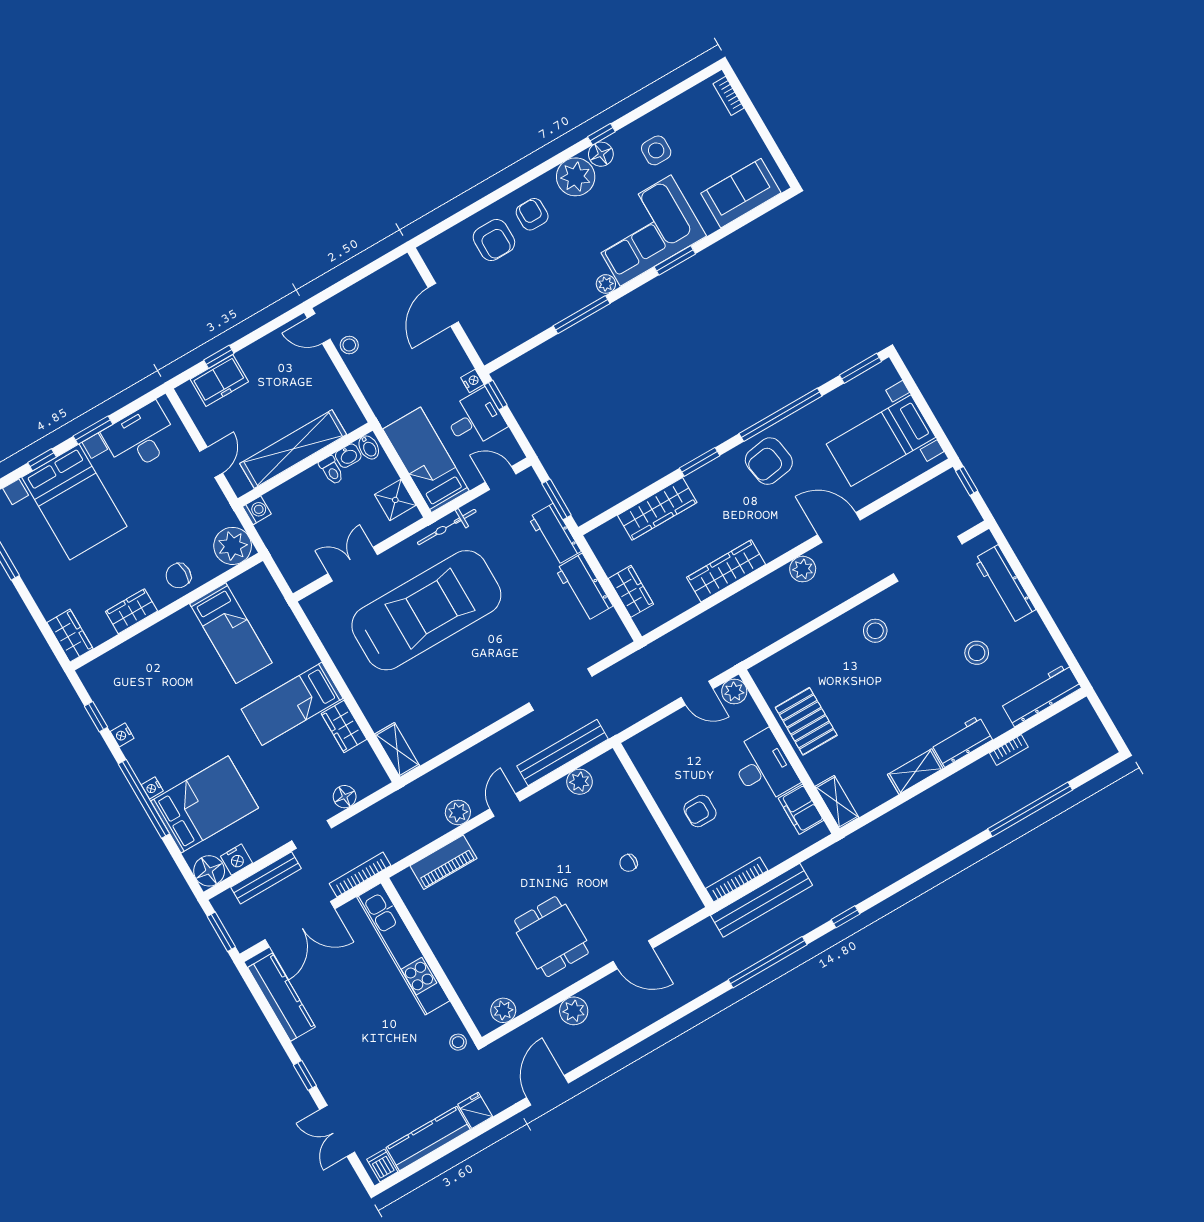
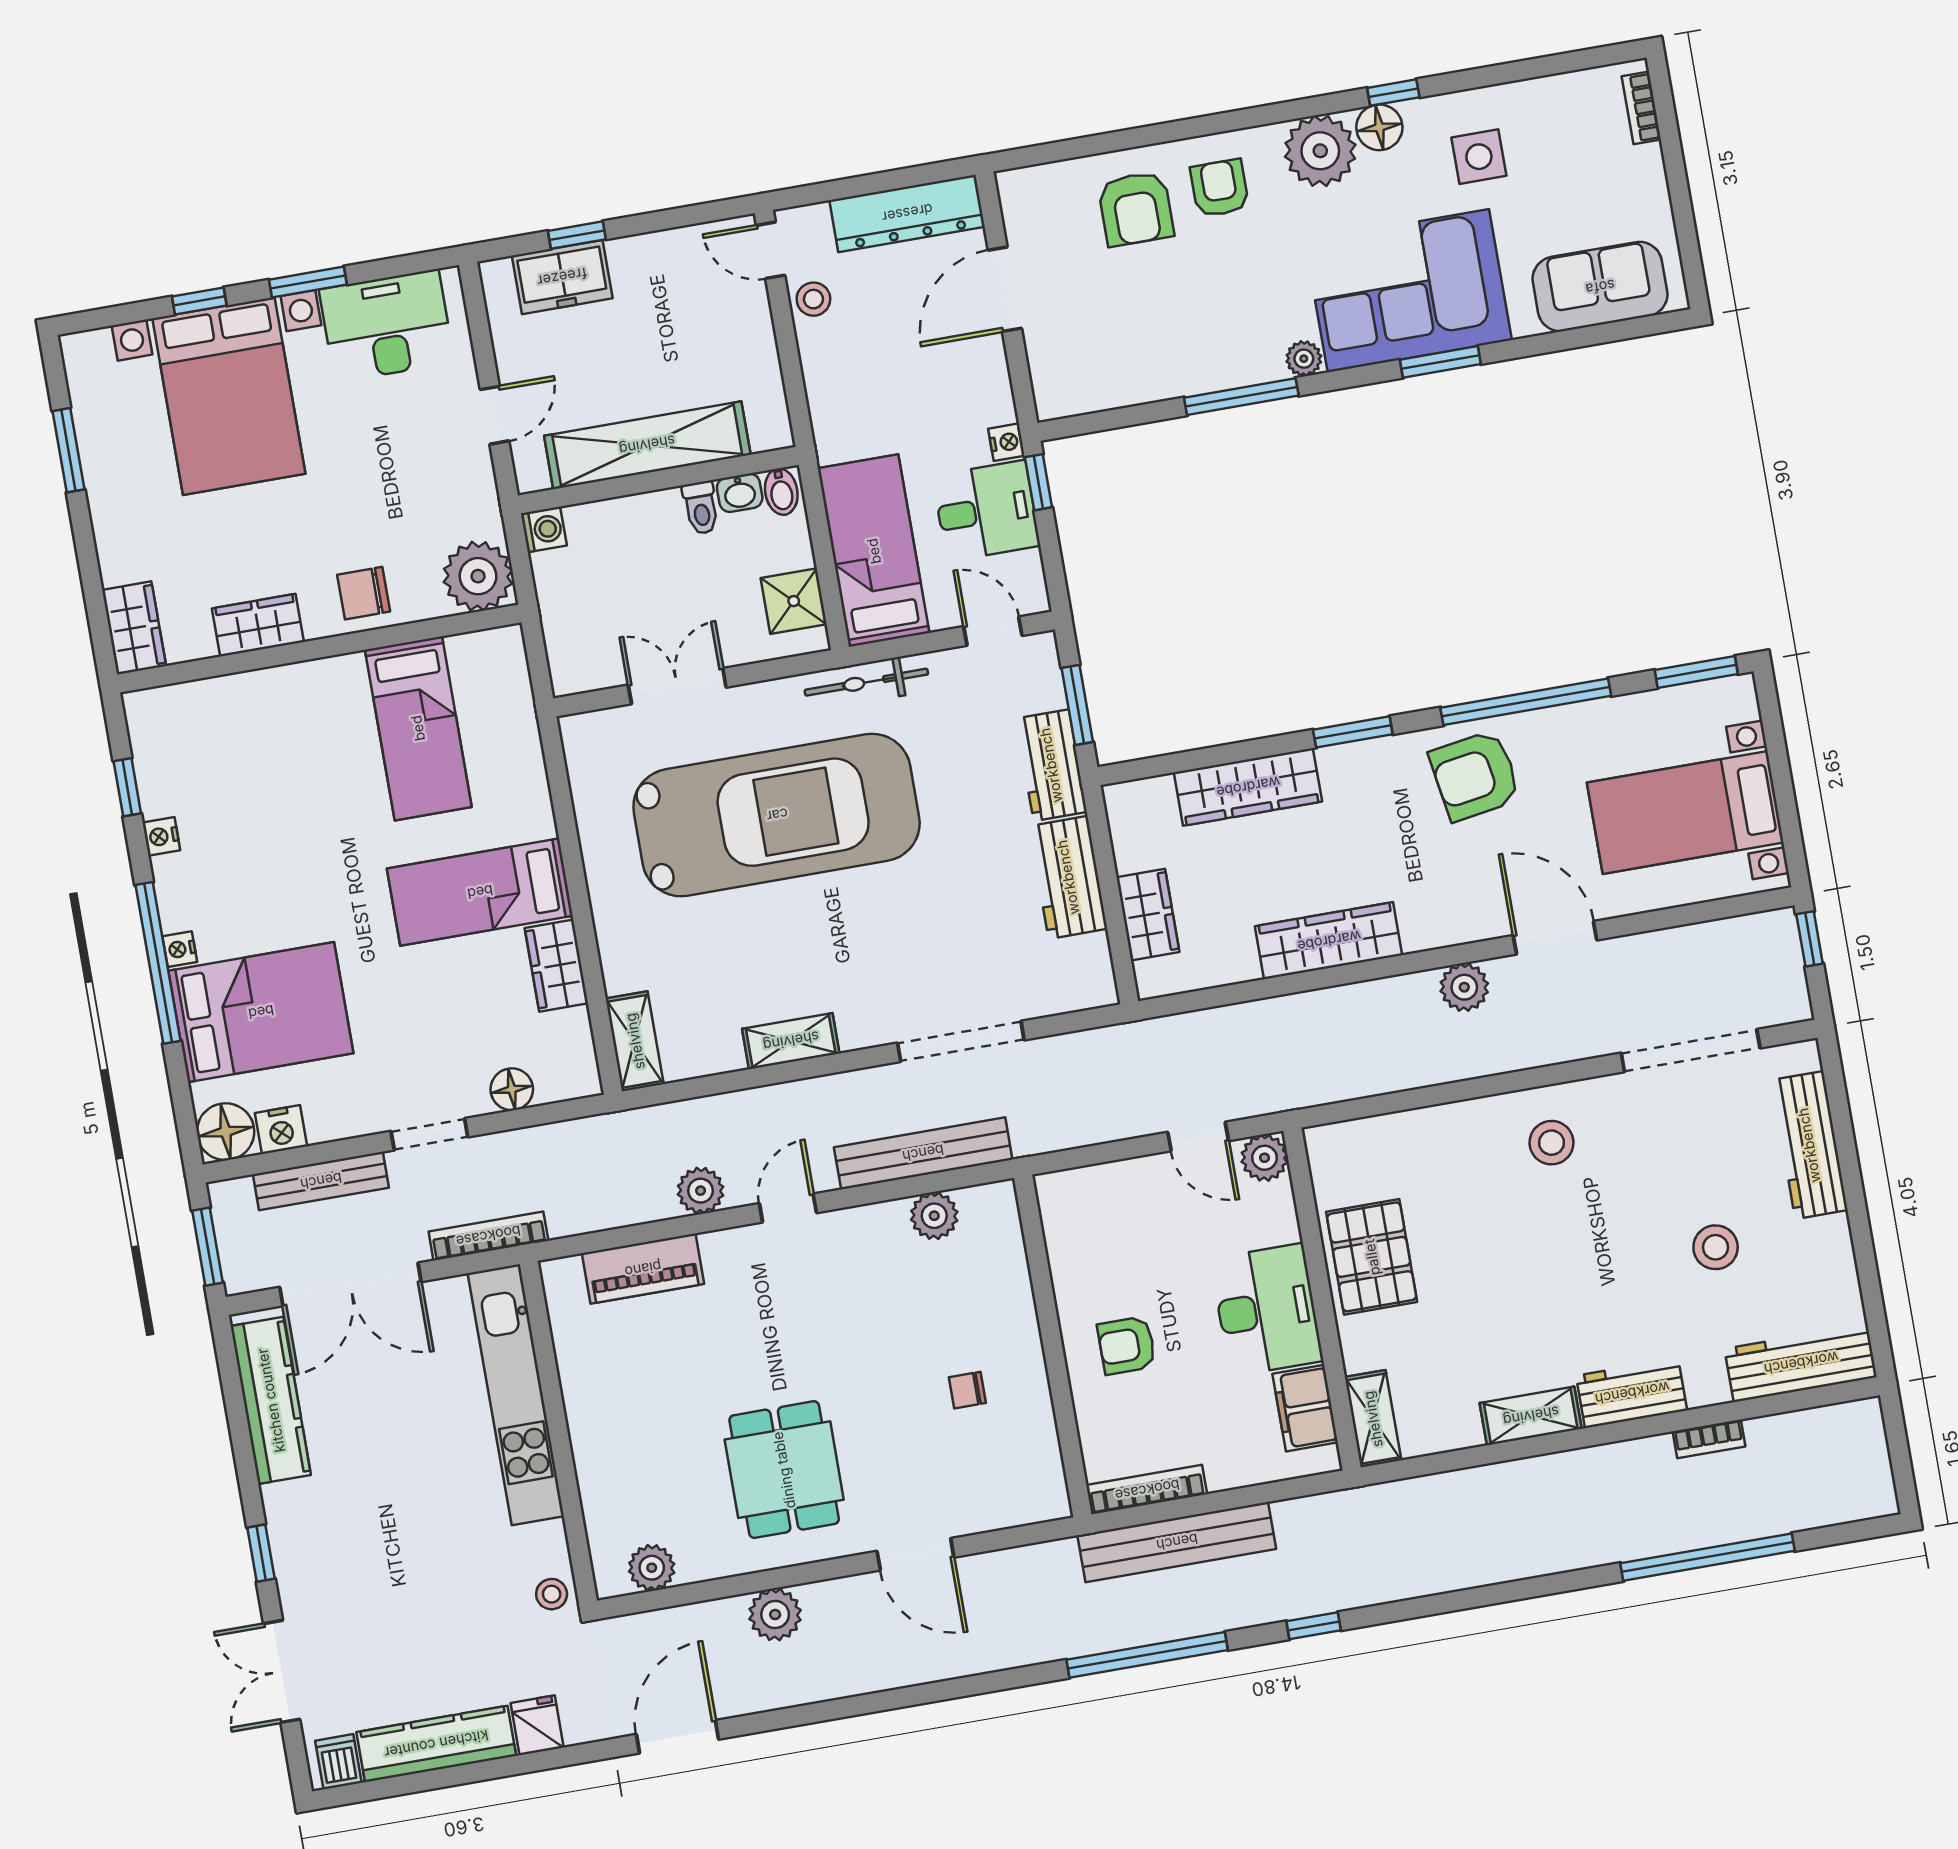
dresser: (380, 285) -> (907, 213), added
shelving: (475, 721) -> (791, 1041), added

